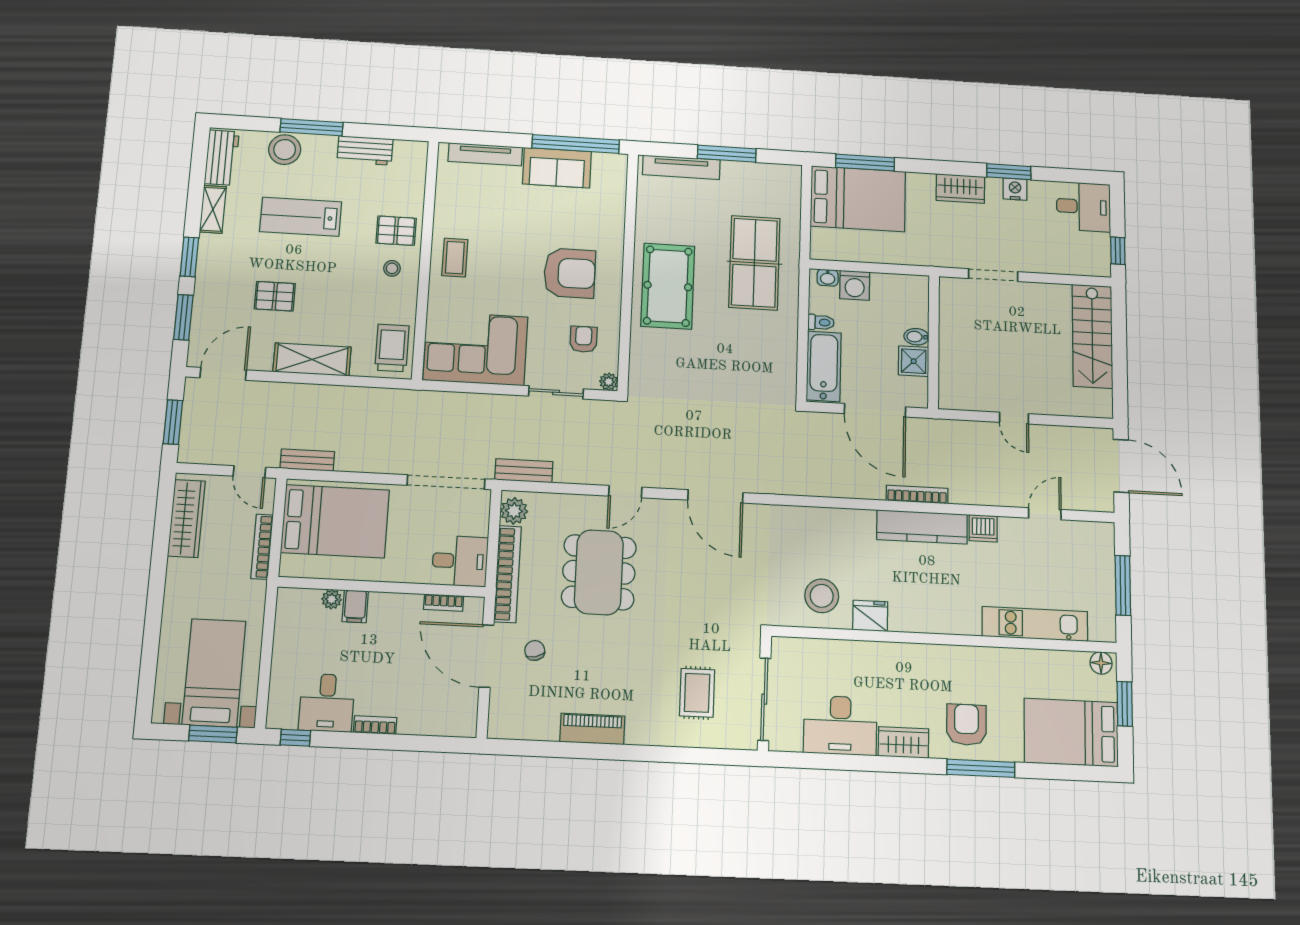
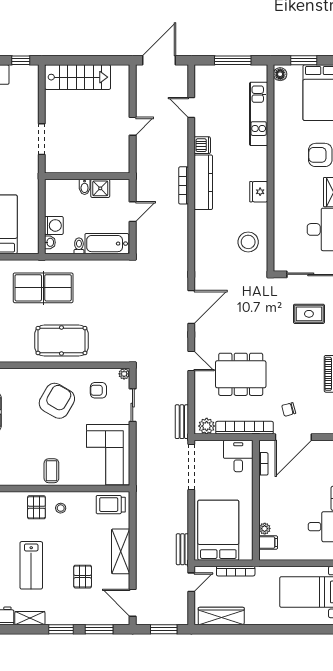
coffee table: (455, 258) -> (51, 471), turned 90
armchair: (570, 273) -> (57, 401), turned 30
door: (875, 410) -> (133, 212), width x0.53
filing cabinet: (355, 606) -> (268, 543), moved
fridge: (870, 616) -> (259, 192), moved

